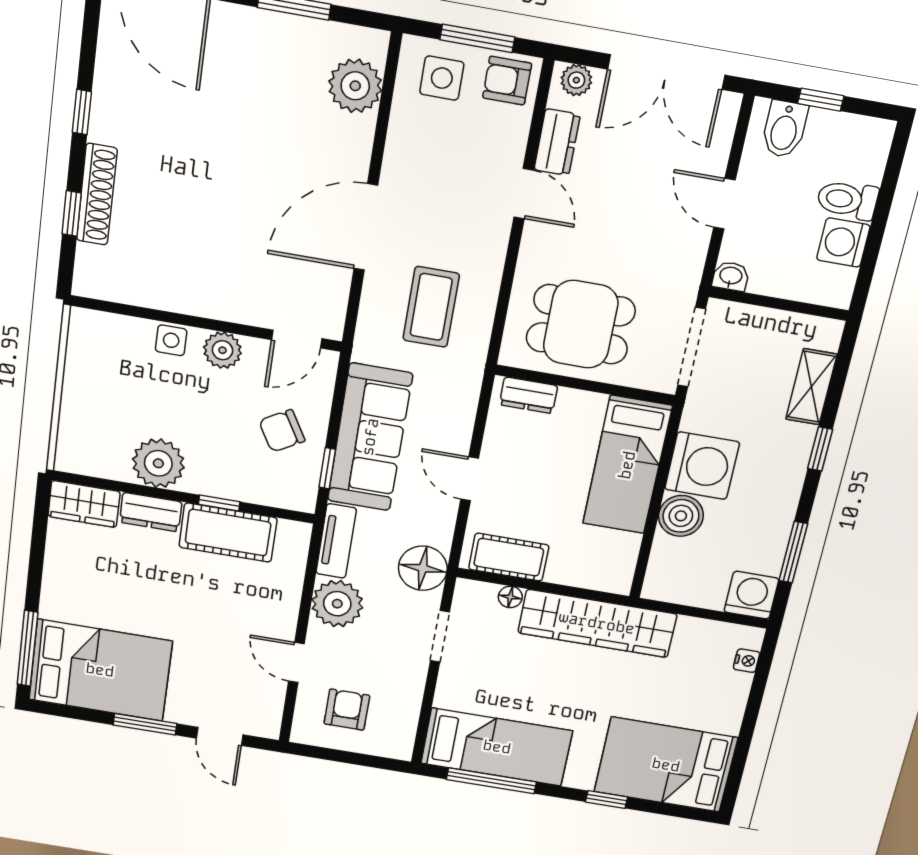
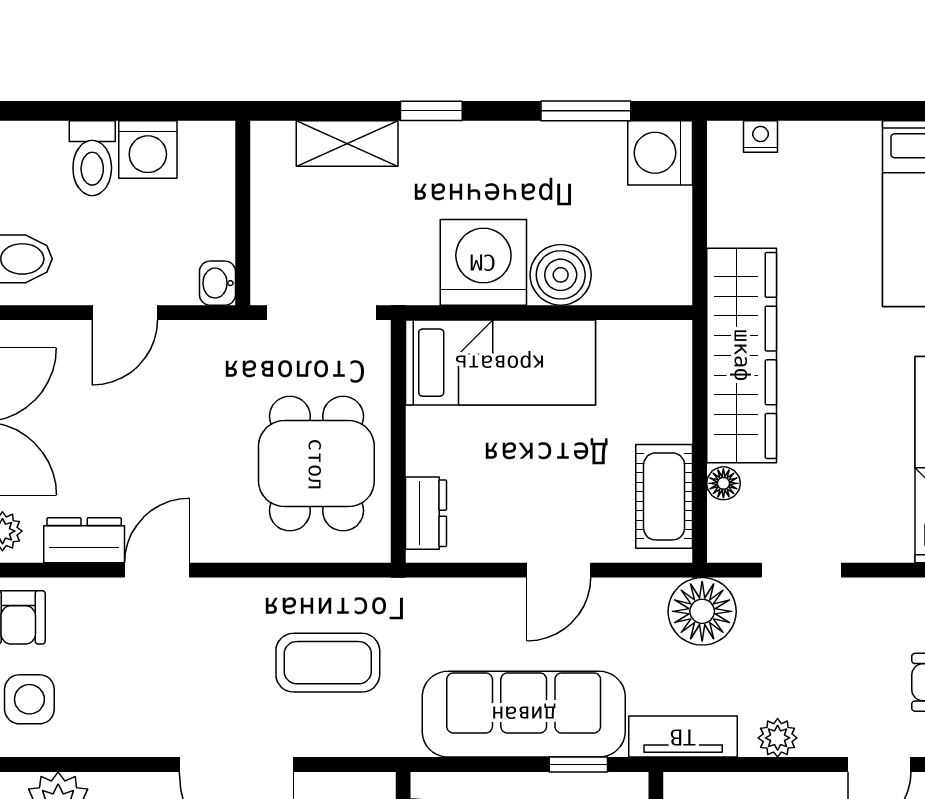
plant: (337, 604) -> (778, 738), width x0.53, depth x0.53

